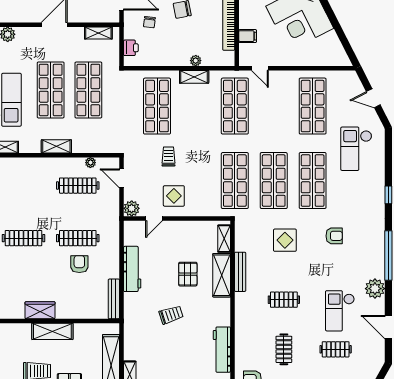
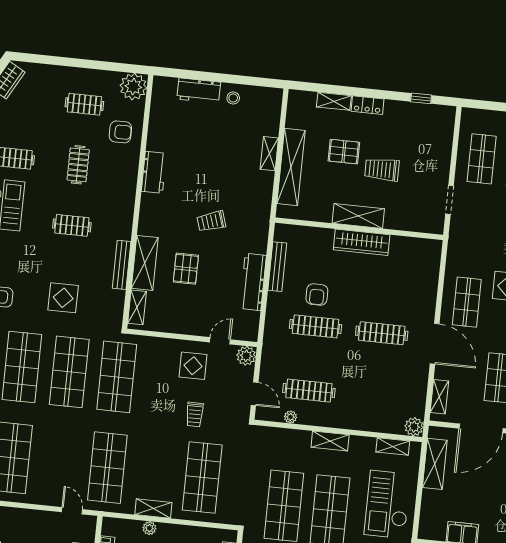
bench: (114, 299) -> (277, 267), moved
wardrobe: (40, 310) -> (362, 242), width x1.50
workbench: (222, 350) -> (154, 172), width x0.73

